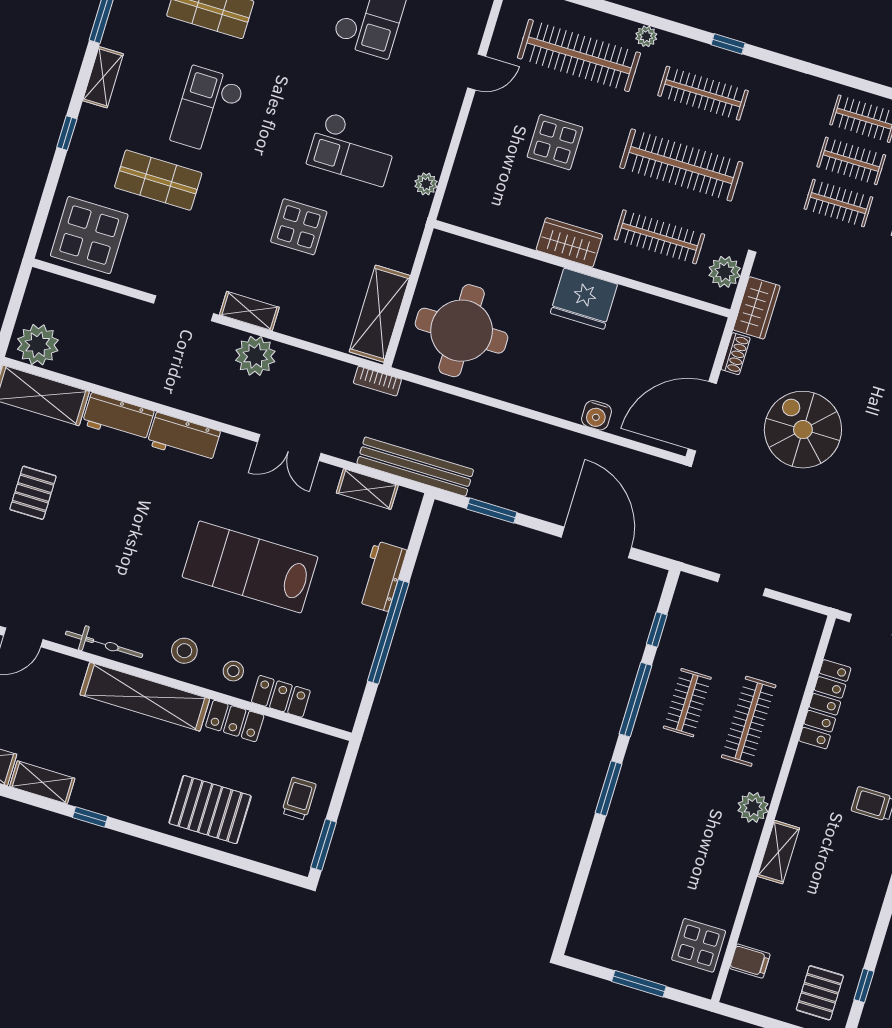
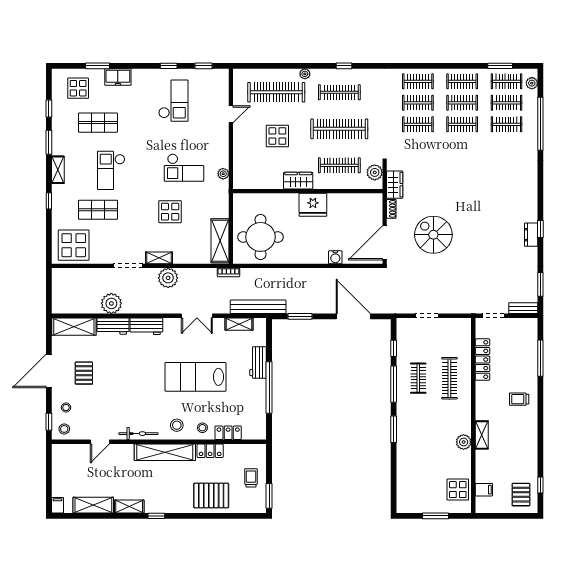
plant: (38, 345) -> (111, 303), moved
plant: (753, 807) -> (464, 442), moved

